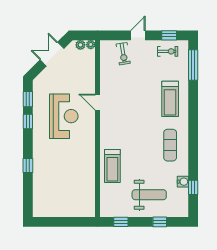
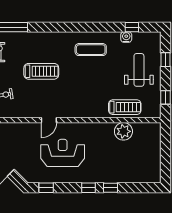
treadmill: (170, 99) -> (41, 71), moved
window: (28, 121) -> (89, 188), moved
treadmill: (112, 166) -> (125, 107), moved
plant: (86, 179) -> (123, 131), added

